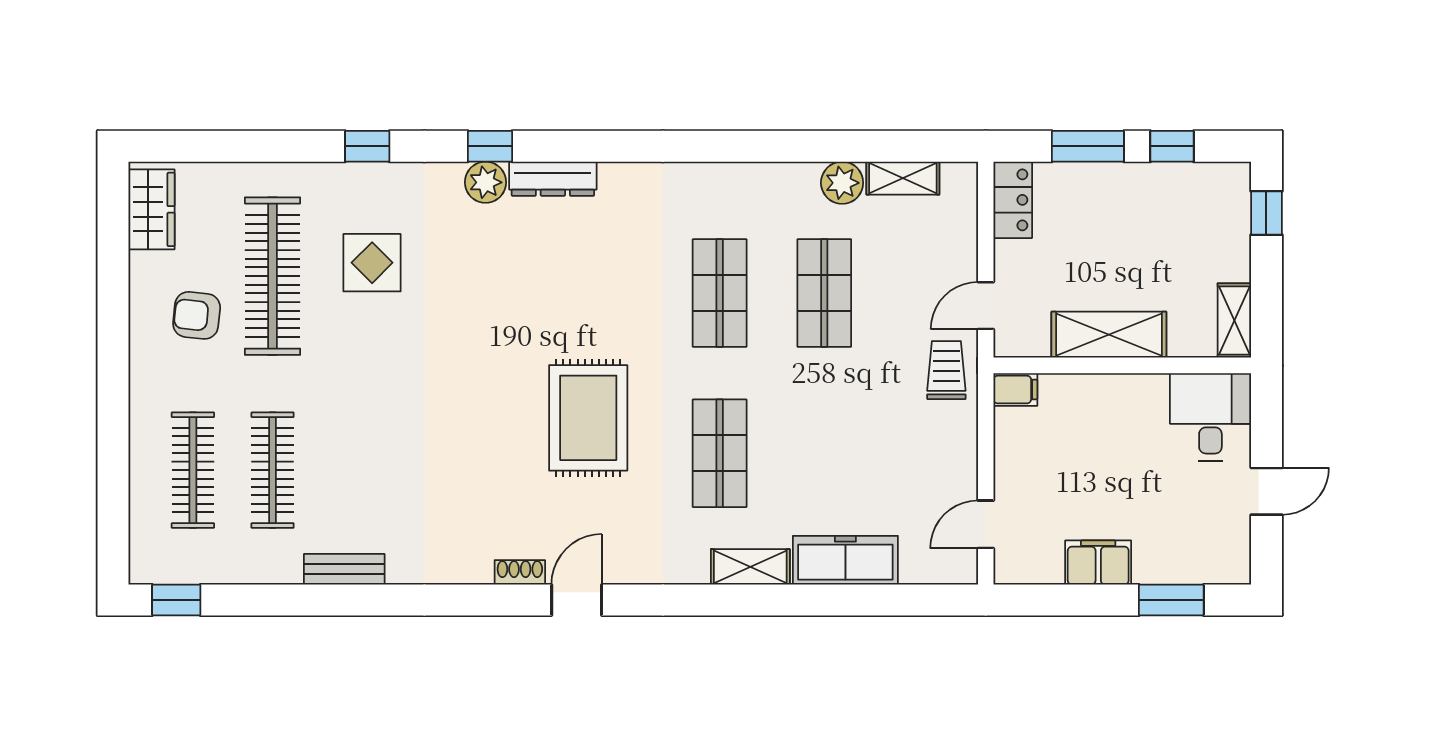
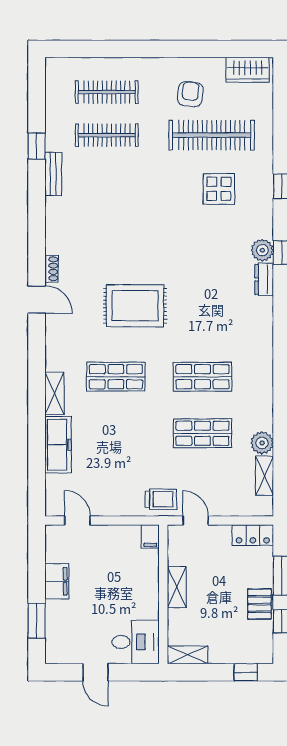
dresser: (553, 179) -> (264, 279), width x0.70
pallet: (1140, 187) -> (260, 604), added
shelving: (1109, 335) -> (177, 587), width x0.67, depth x0.75
window: (176, 600) -> (37, 146), moved

